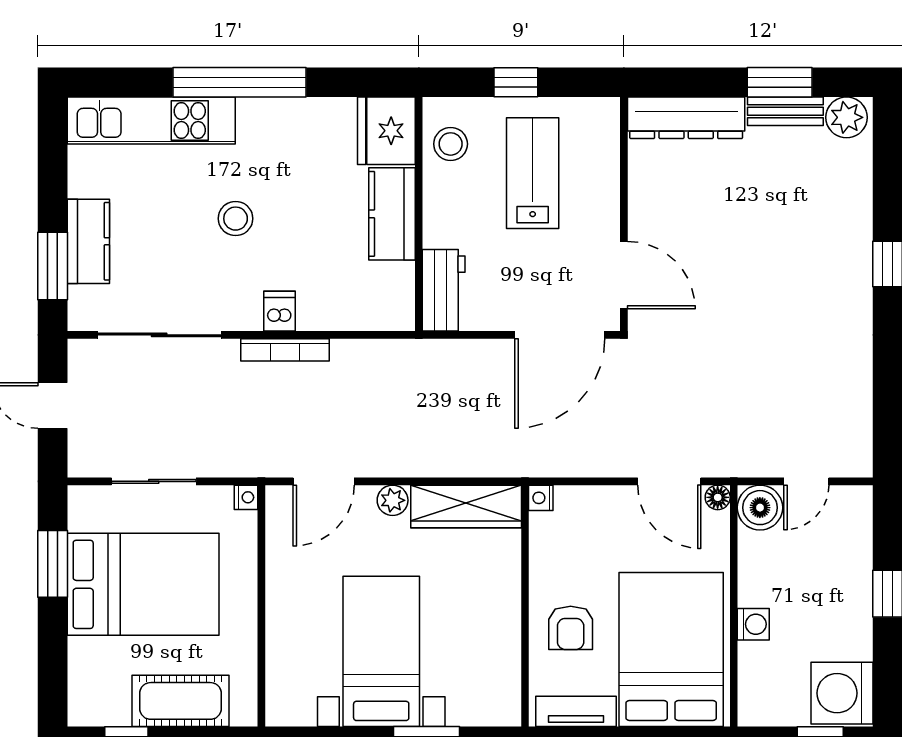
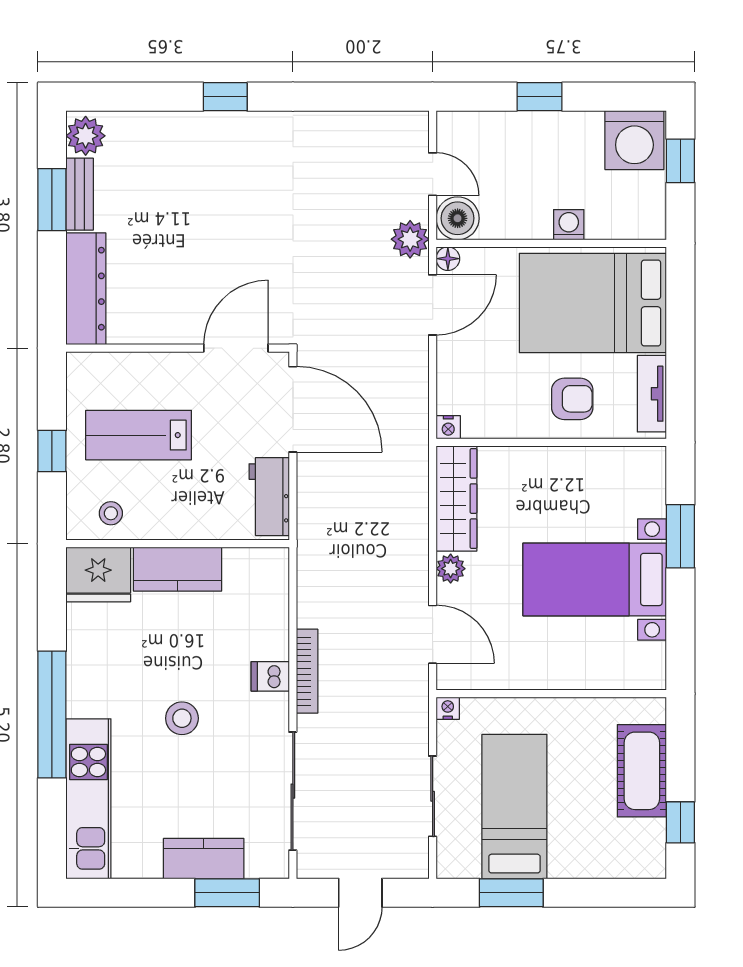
stool: (451, 144) -> (111, 513), width x0.73, depth x0.73
workbench: (444, 290) -> (269, 497), moved, turned -90
plant: (738, 458) -> (410, 239), added
bed: (143, 584) -> (514, 807), width x0.67

